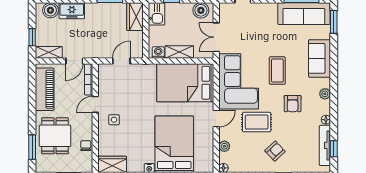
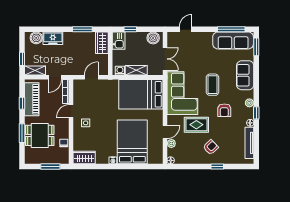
double door: (216, 37) -> (165, 59), swing flipped
window: (32, 94) -> (22, 103), added
door: (216, 119) -> (165, 132), moved
dining table: (55, 136) -> (40, 135), turned 90
window: (32, 147) -> (22, 133), moved
window: (334, 149) -> (256, 113), moved

